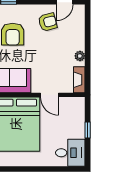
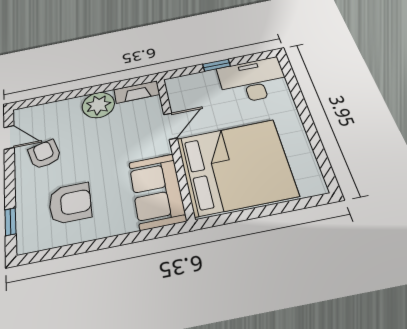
plant: (80, 56) -> (98, 105), width x1.88, depth x1.88
desk: (70, 153) -> (253, 81), width x1.37

